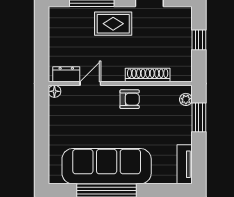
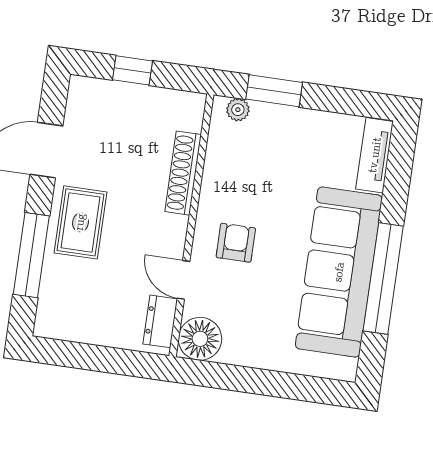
floor lamp: (54, 91) -> (200, 339), width x1.89, depth x1.89
armchair: (130, 99) -> (236, 243), moved
tv unit: (185, 164) -> (375, 155), moved, turned 90

